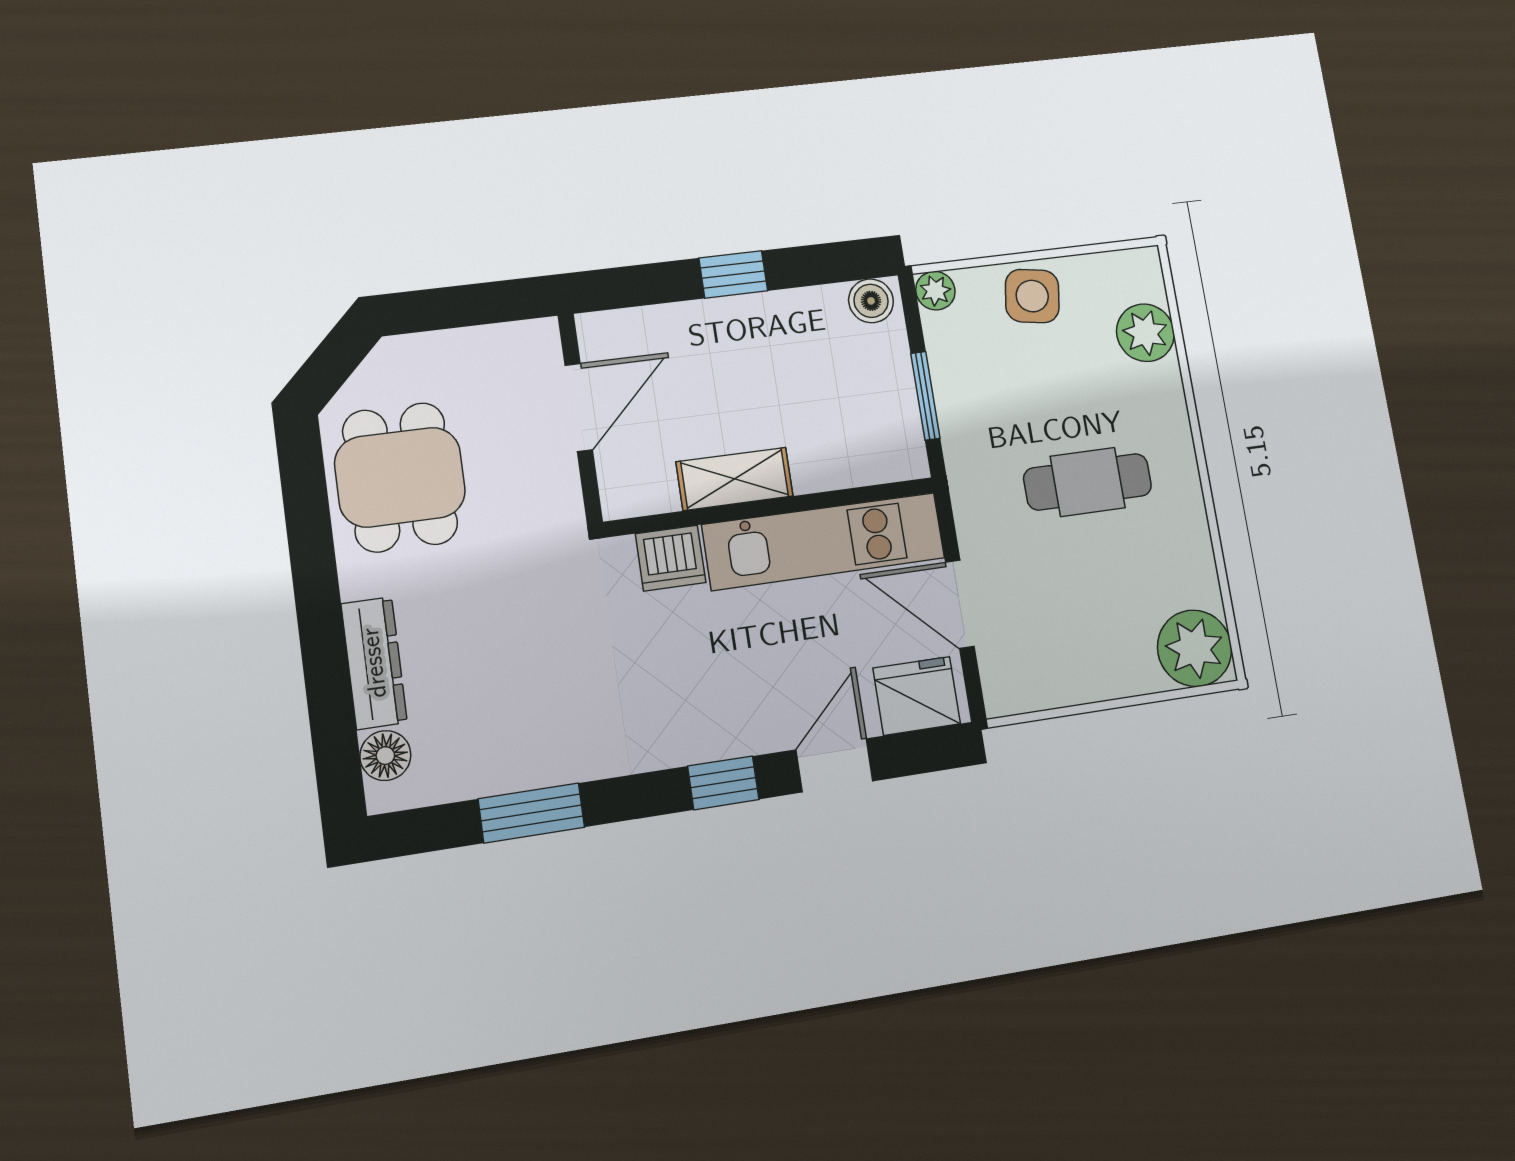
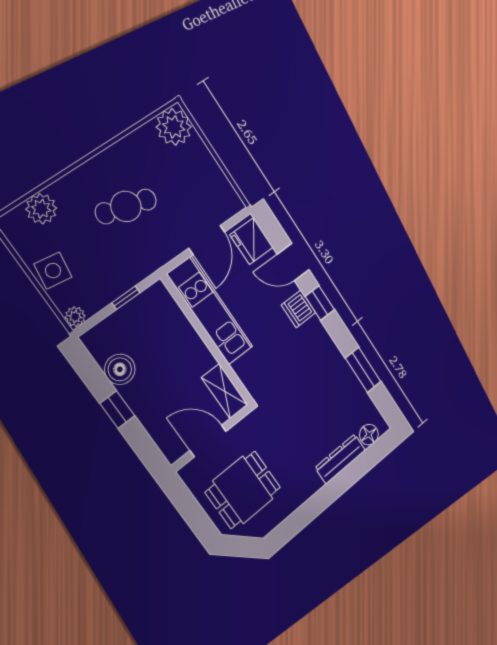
boiler: (871, 301) -> (120, 369), moved, width x1.36, depth x1.36
window: (925, 396) -> (126, 298), width x0.67
dining table: (400, 477) -> (243, 490), moved
shelving: (735, 479) -> (225, 391), moved
cafe table: (1088, 482) -> (126, 206), turned -75
dishwasher: (671, 558) -> (299, 309), moved, turned 180

